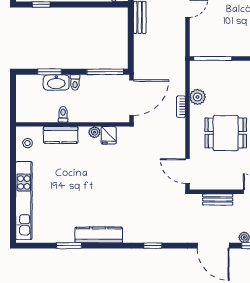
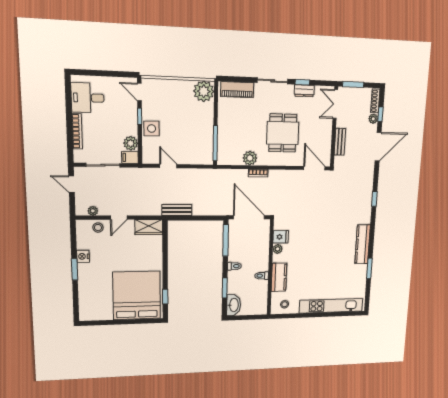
washbasin: (56, 82) -> (234, 305), moved
door: (187, 171) -> (314, 168), swing flipped

